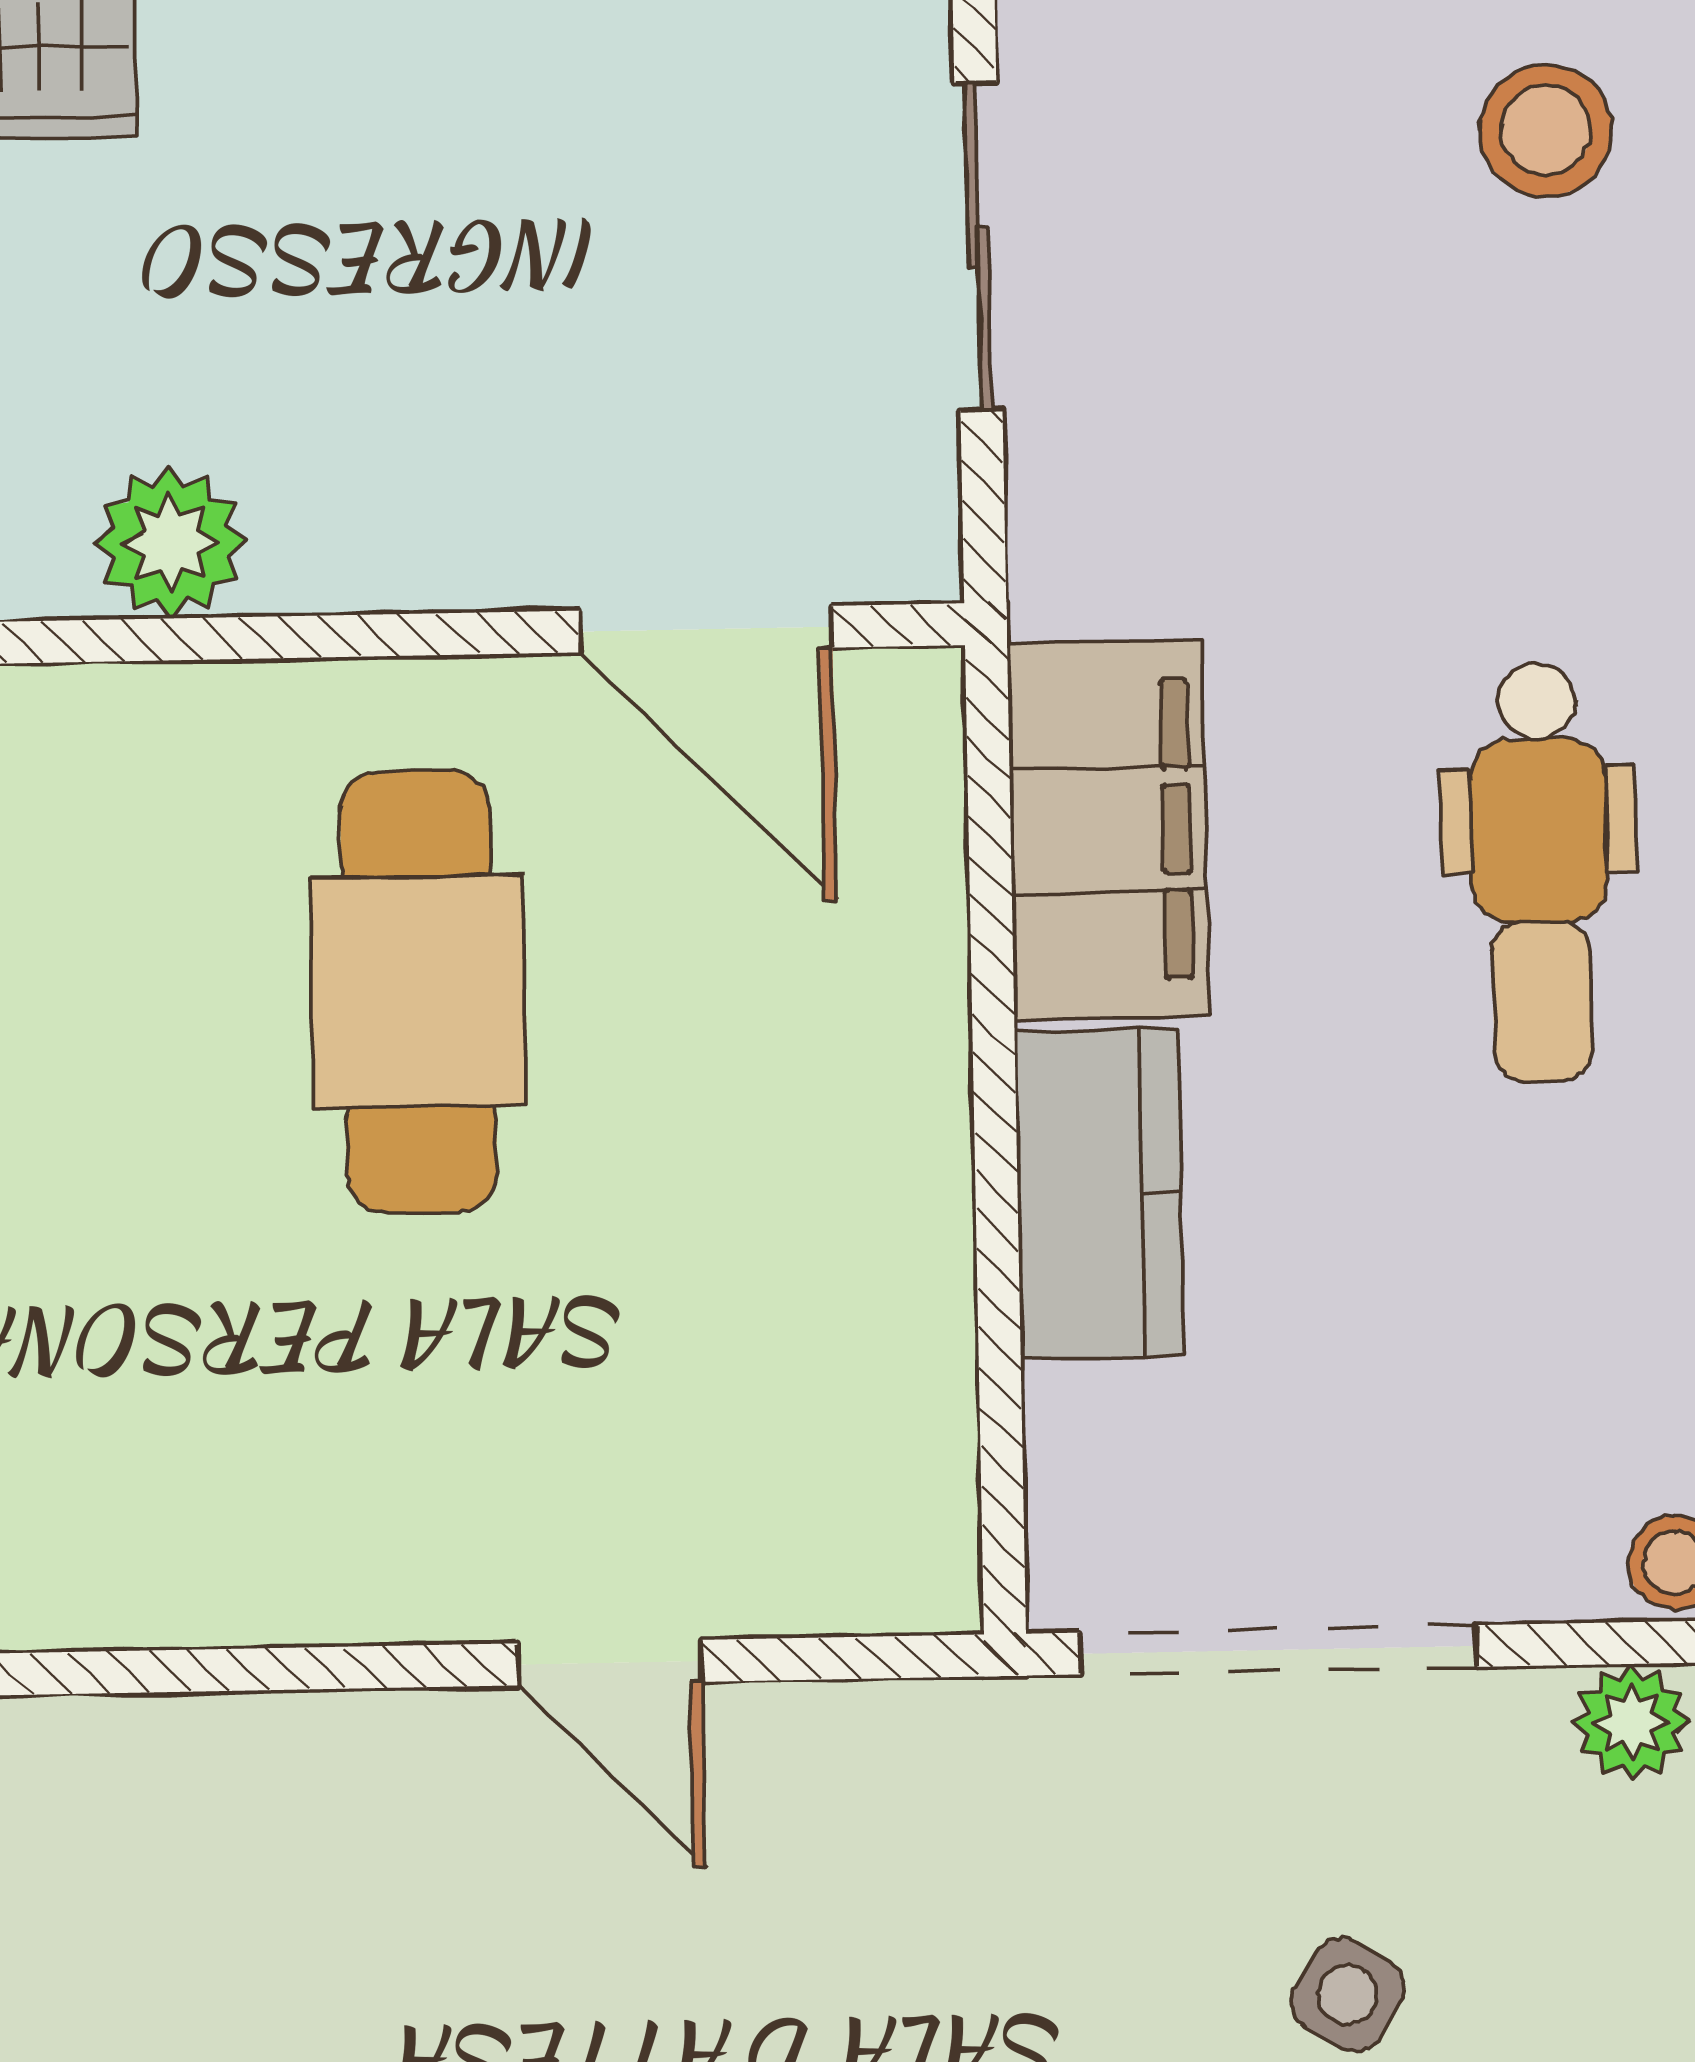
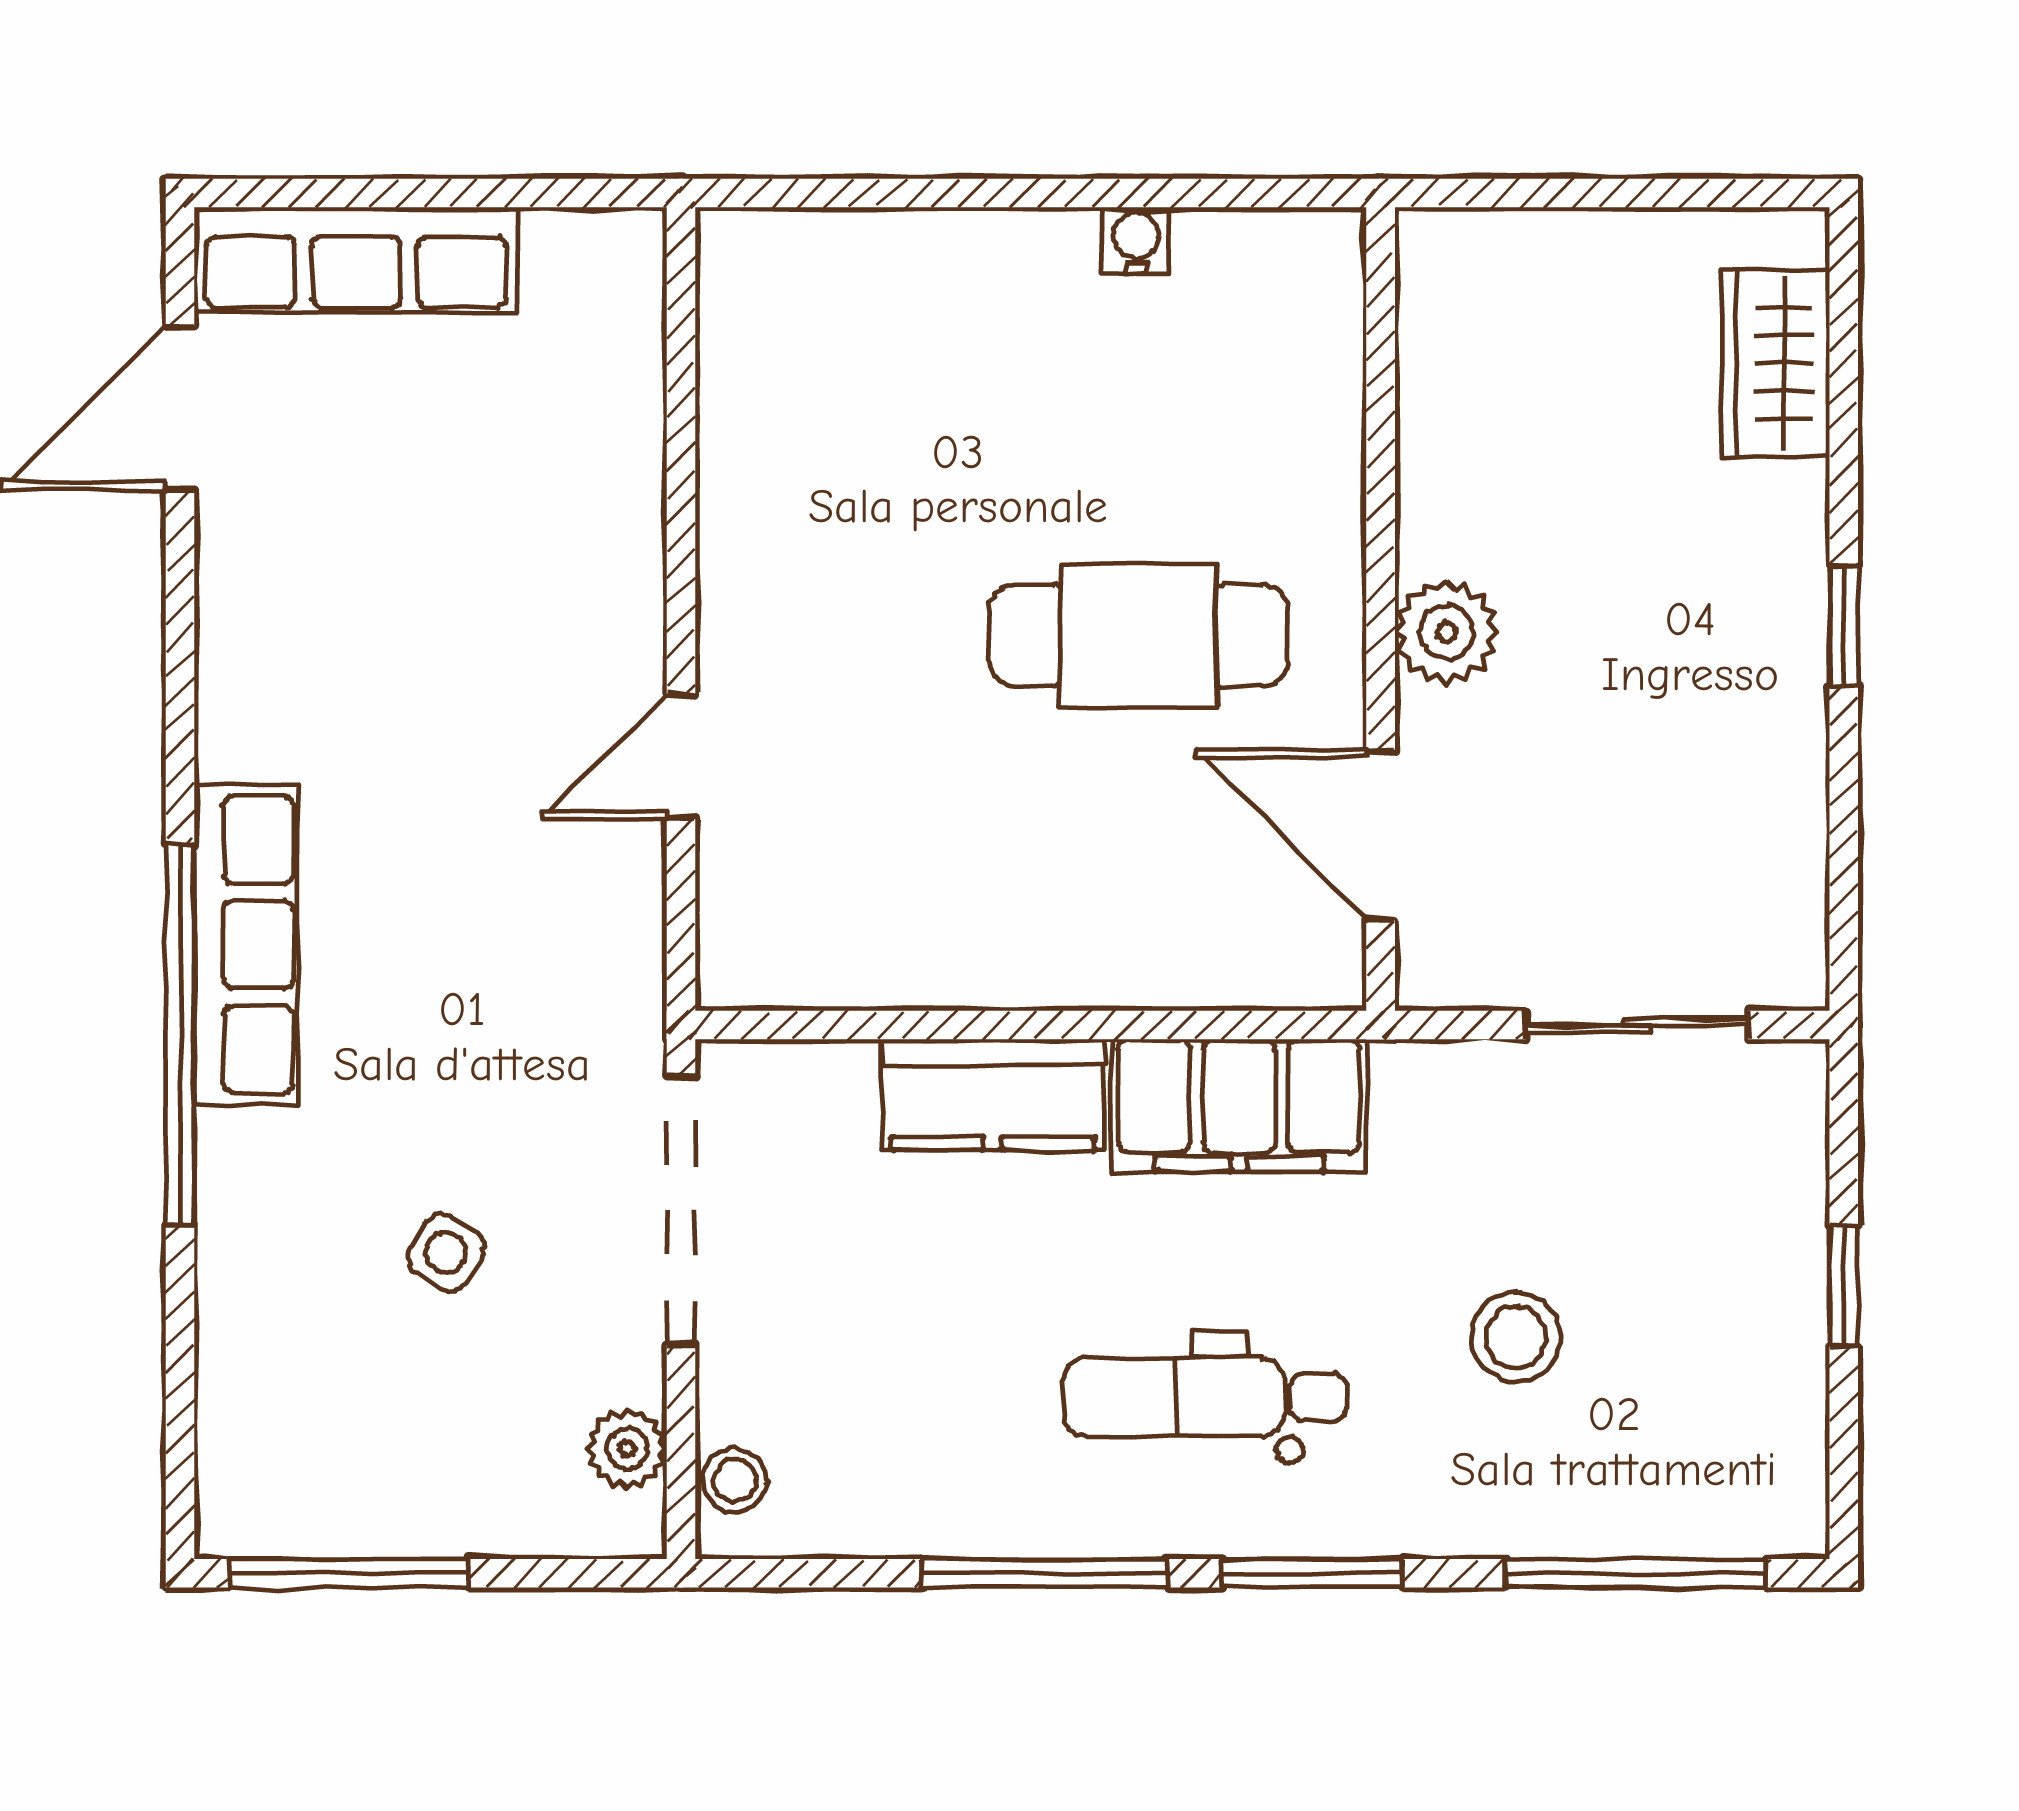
stool: (1546, 130) -> (1516, 1337), moved
plant: (170, 542) -> (1446, 632), moved
door: (706, 629) -> (1381, 835), hinge flipped

